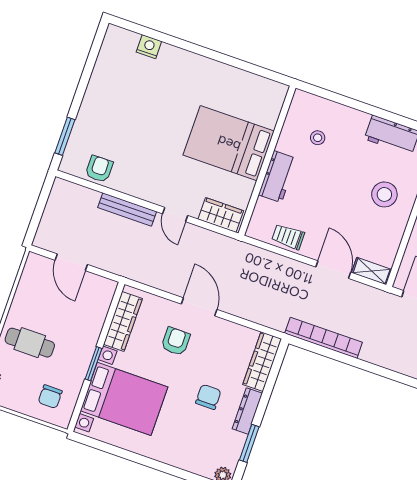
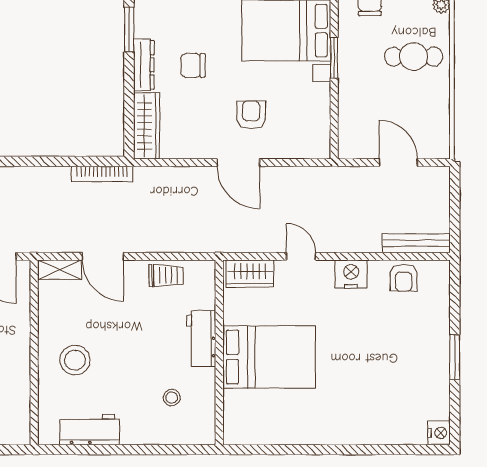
nightstand: (149, 47) -> (439, 433), moved, turned -90
window: (65, 136) -> (455, 357), moved
nightstand: (140, 186) -> (351, 274), added
bench: (127, 209) -> (416, 243), moved
wardrobe: (123, 321) -> (318, 117), removed
bookcase: (324, 338) -> (102, 174), width x0.68, depth x0.76
armchair: (176, 341) -> (251, 115), turned 180
chair: (208, 397) -> (193, 65), turned 90

